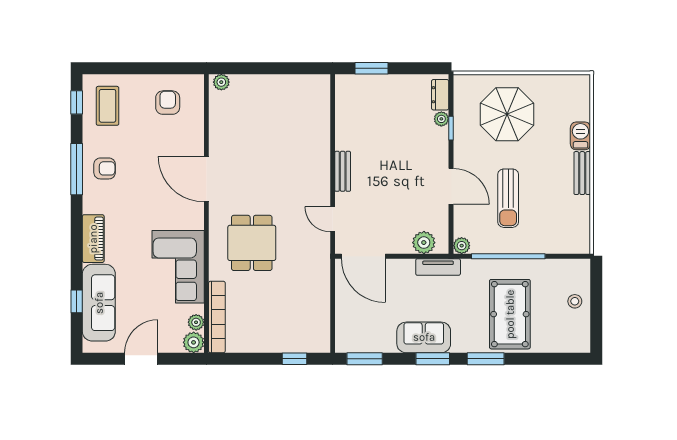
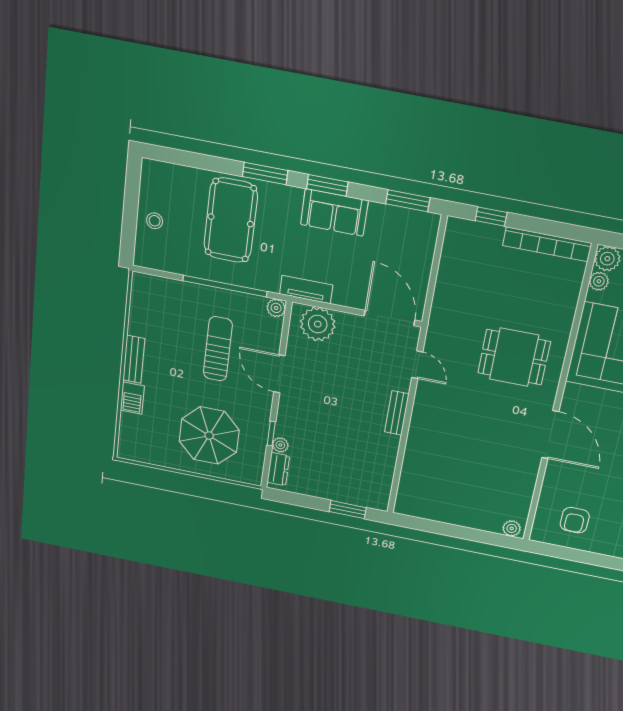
dining table: (252, 243) -> (514, 357), turned 90
plant: (424, 243) -> (318, 324), width x1.36, depth x1.36
bookcase: (217, 317) -> (547, 244), moved, turned -90

